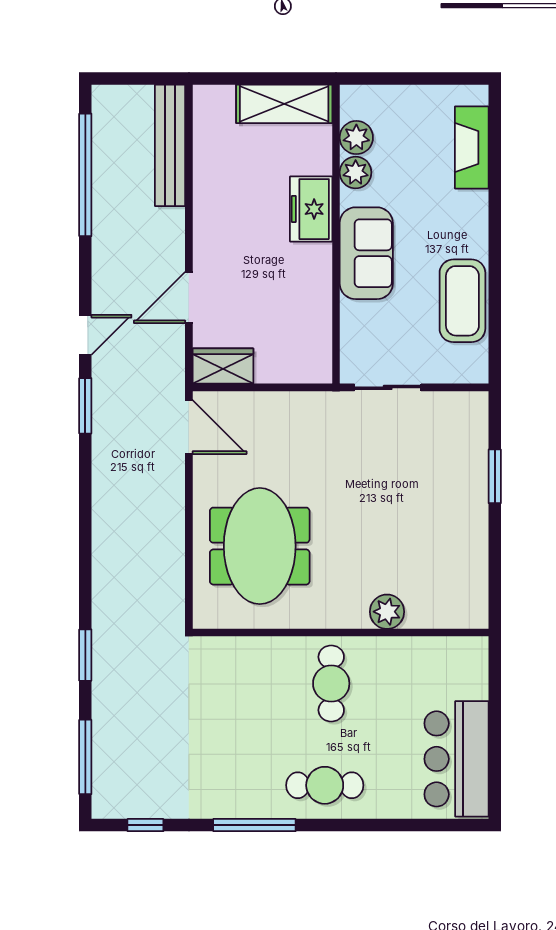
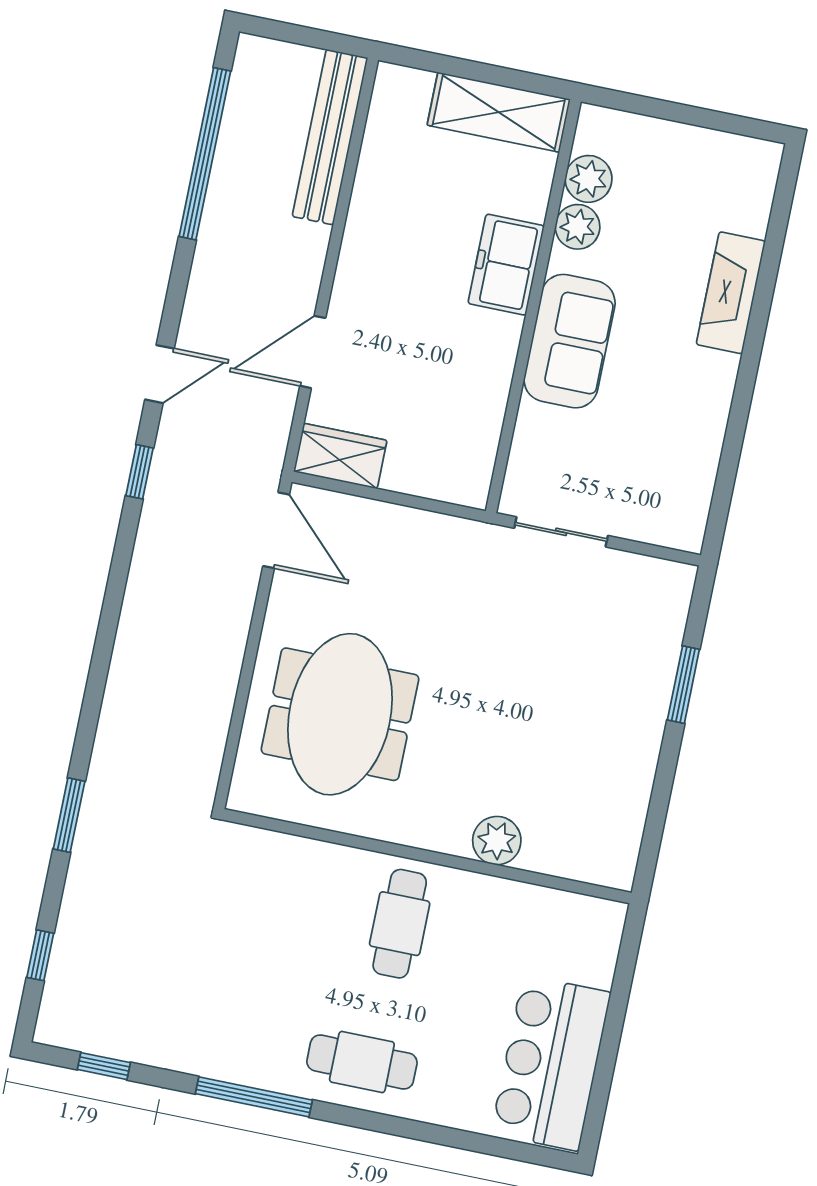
fireplace: (472, 147) -> (731, 293), moved
coffee table: (462, 301) -> (689, 434), removed
window: (85, 406) -> (139, 472), width x0.67
window: (85, 757) -> (40, 955), width x0.46

